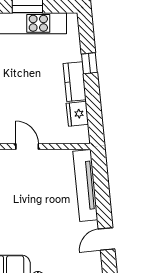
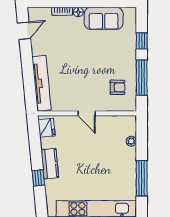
fridge: (77, 114) -> (47, 128), moved
door: (107, 239) -> (24, 31), moved

